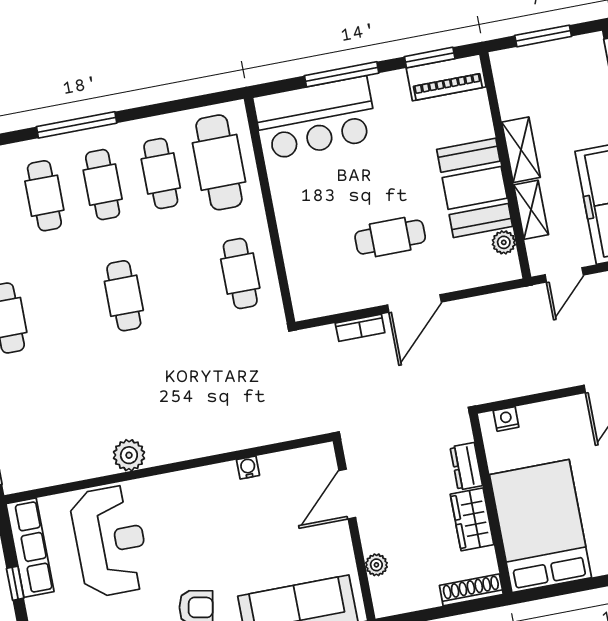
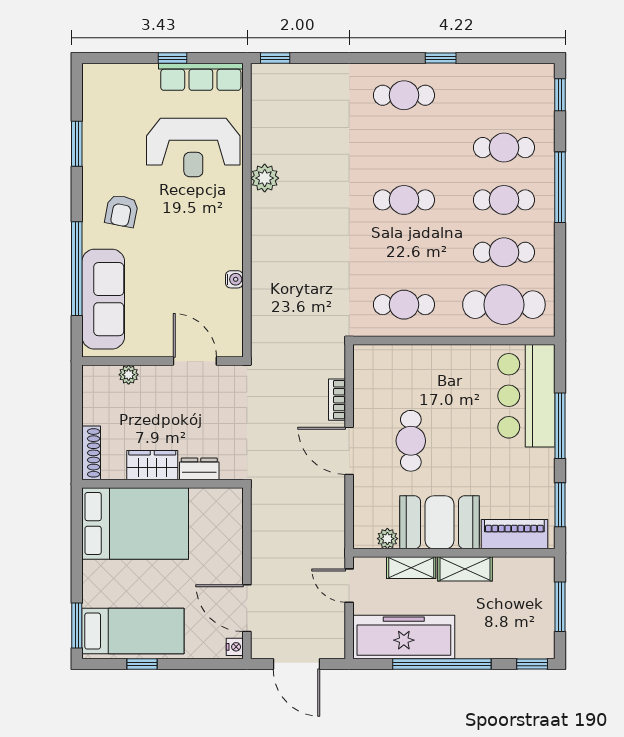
piano: (446, 77) -> (514, 534), moved, turned 90
nightstand: (506, 419) -> (234, 511), removed

